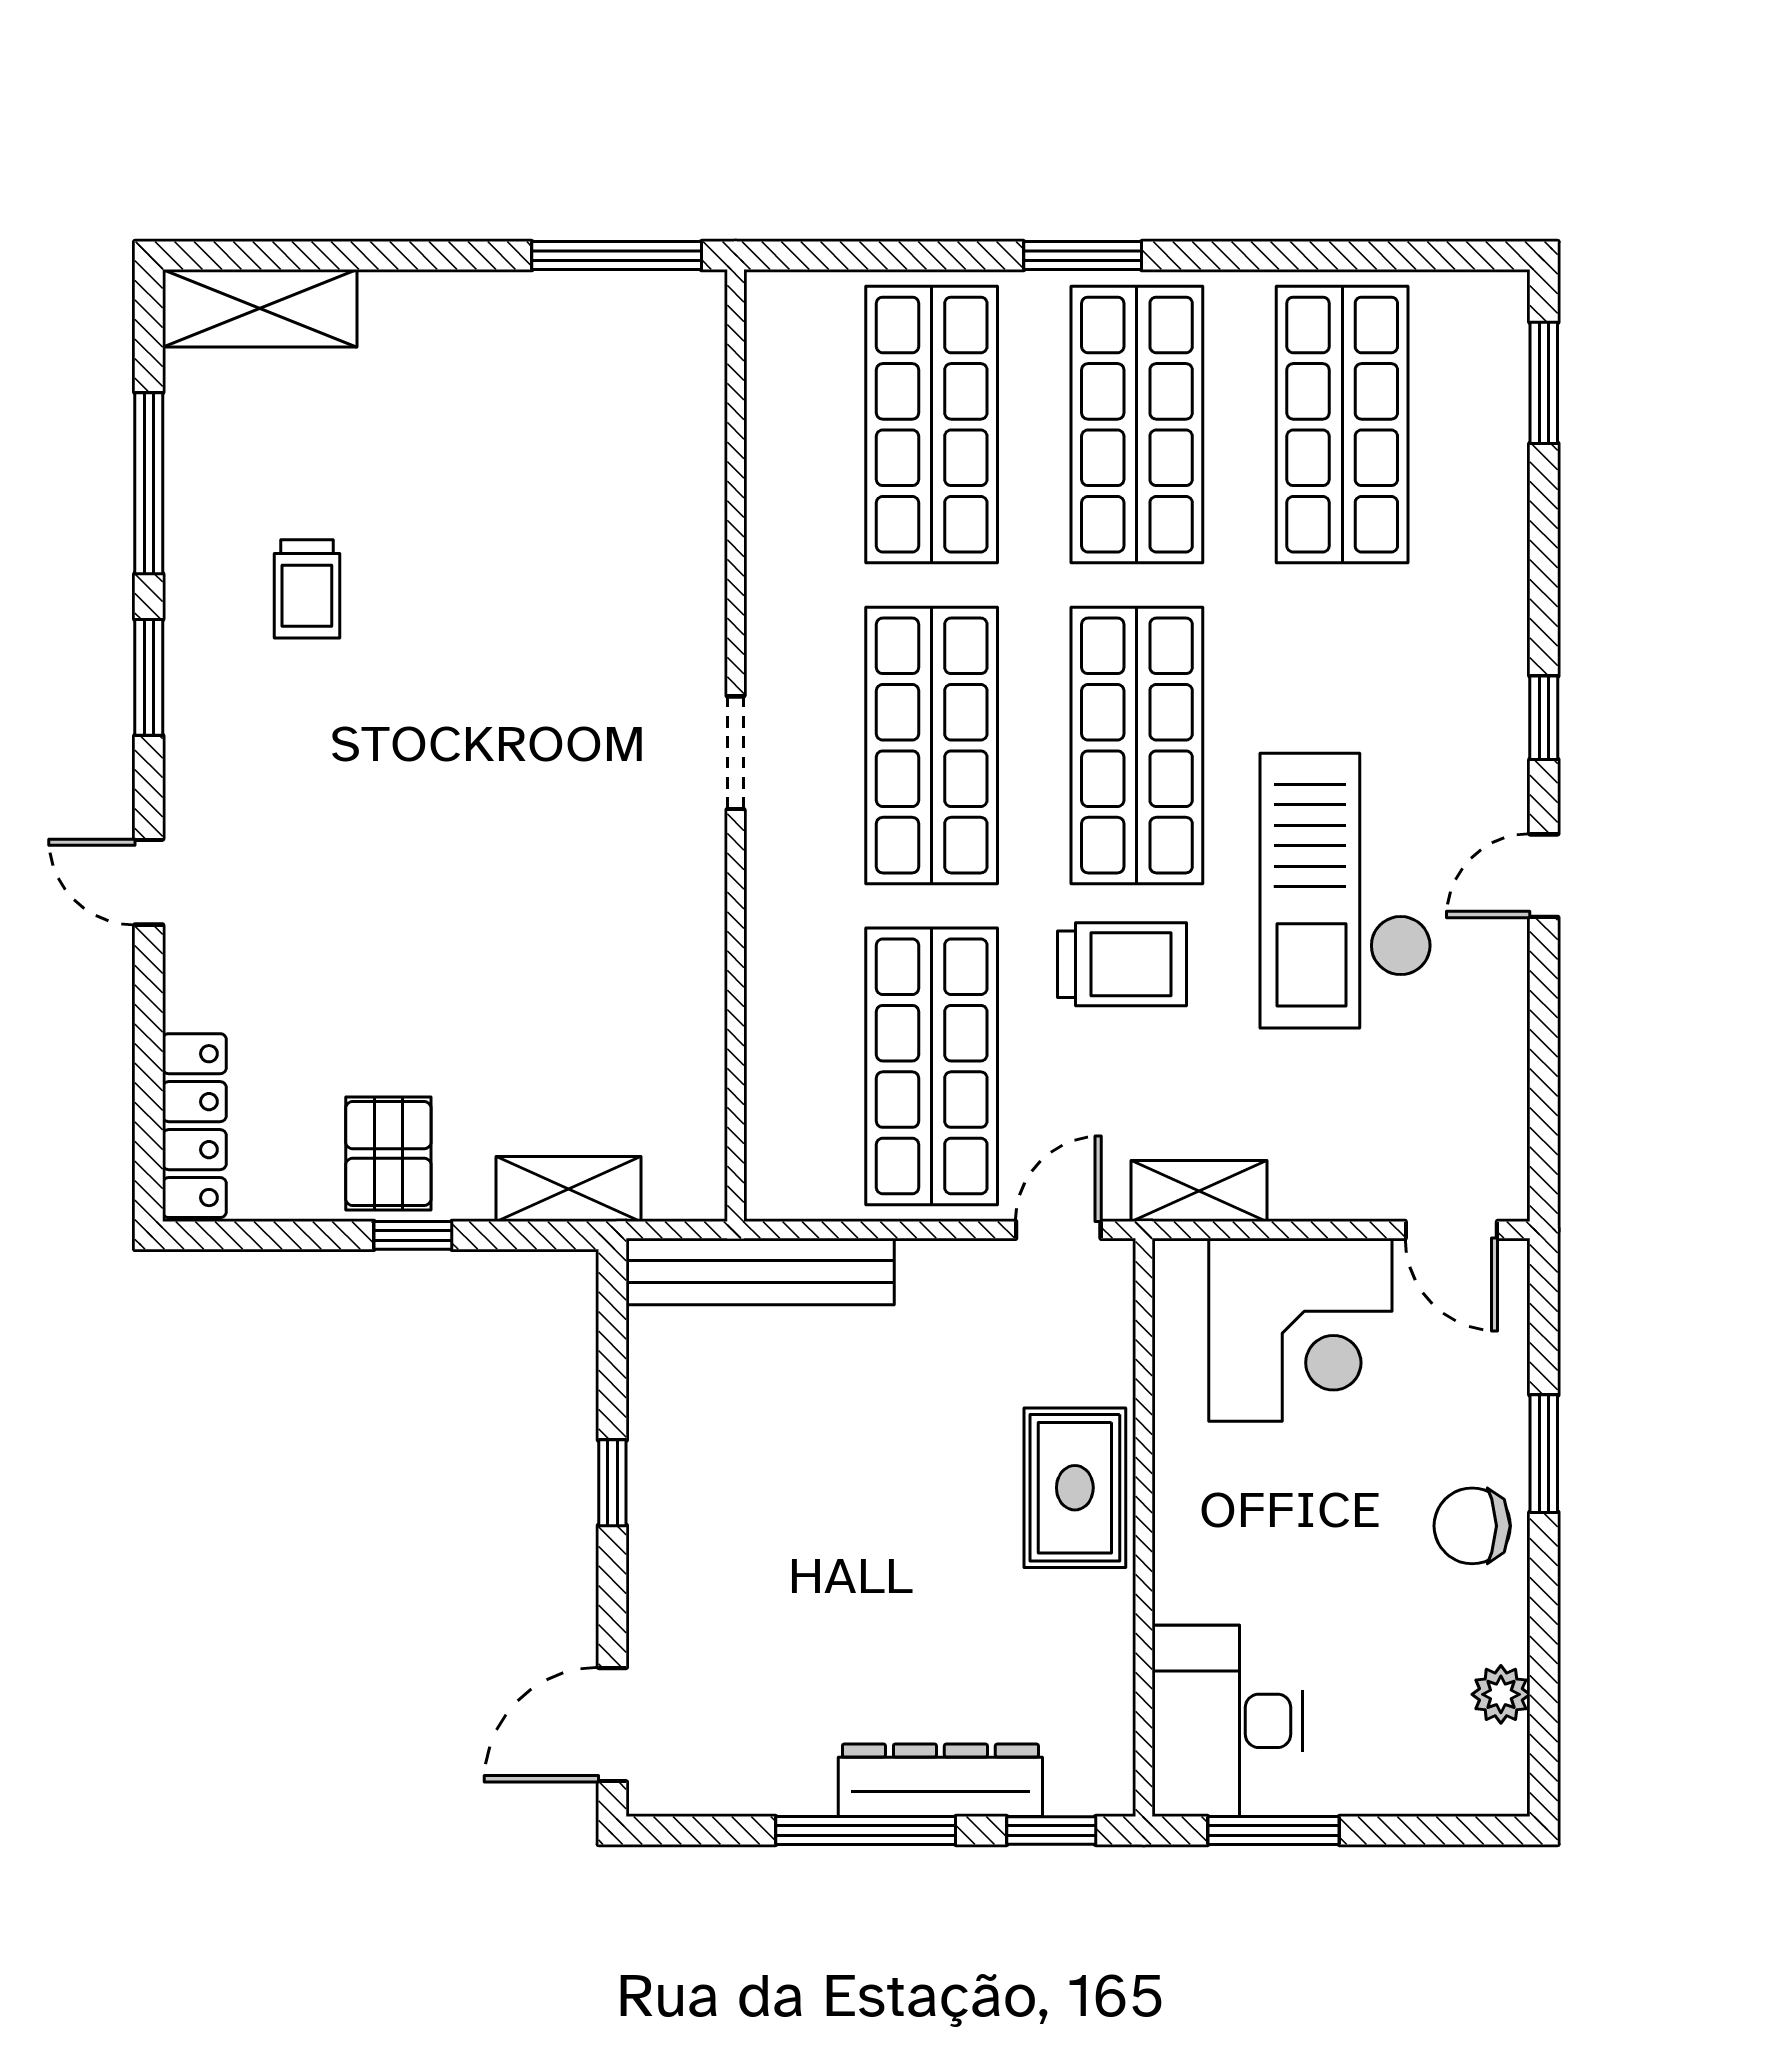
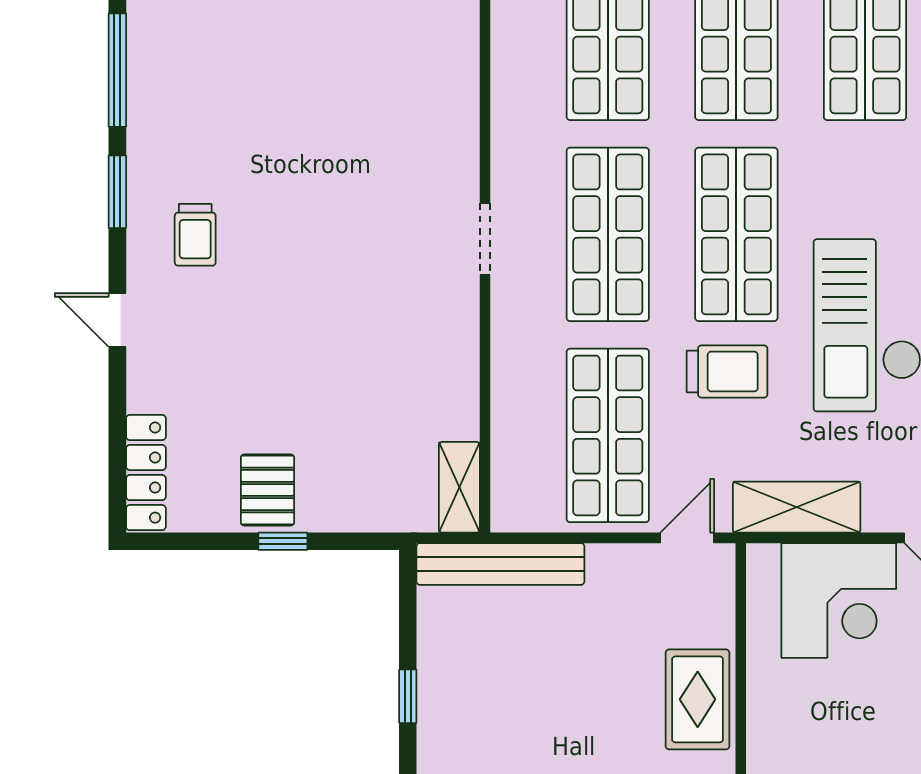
trolley: (307, 589) -> (195, 235), moved
shelving: (568, 1189) -> (459, 487), moved, turned 90
shelving: (1199, 1191) -> (797, 507), width x1.50, depth x1.33

